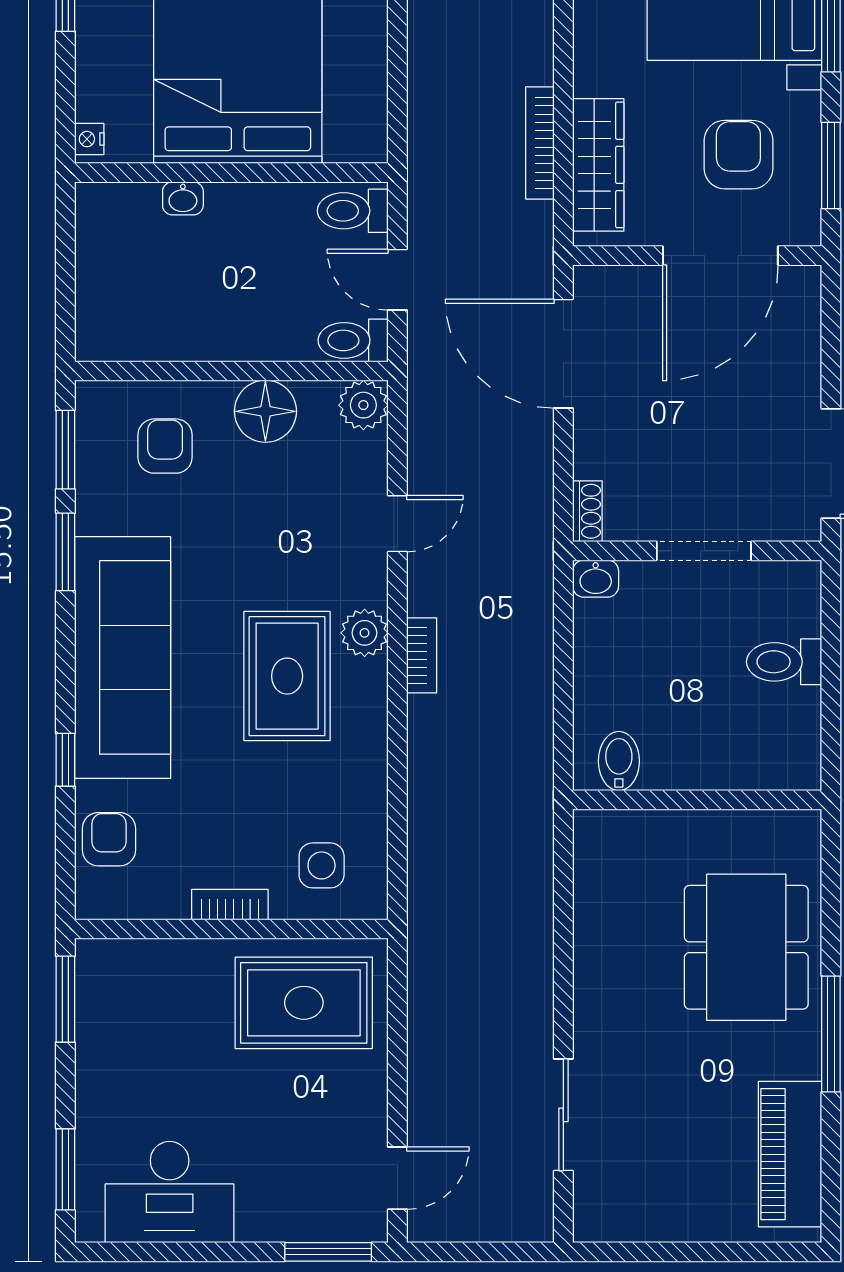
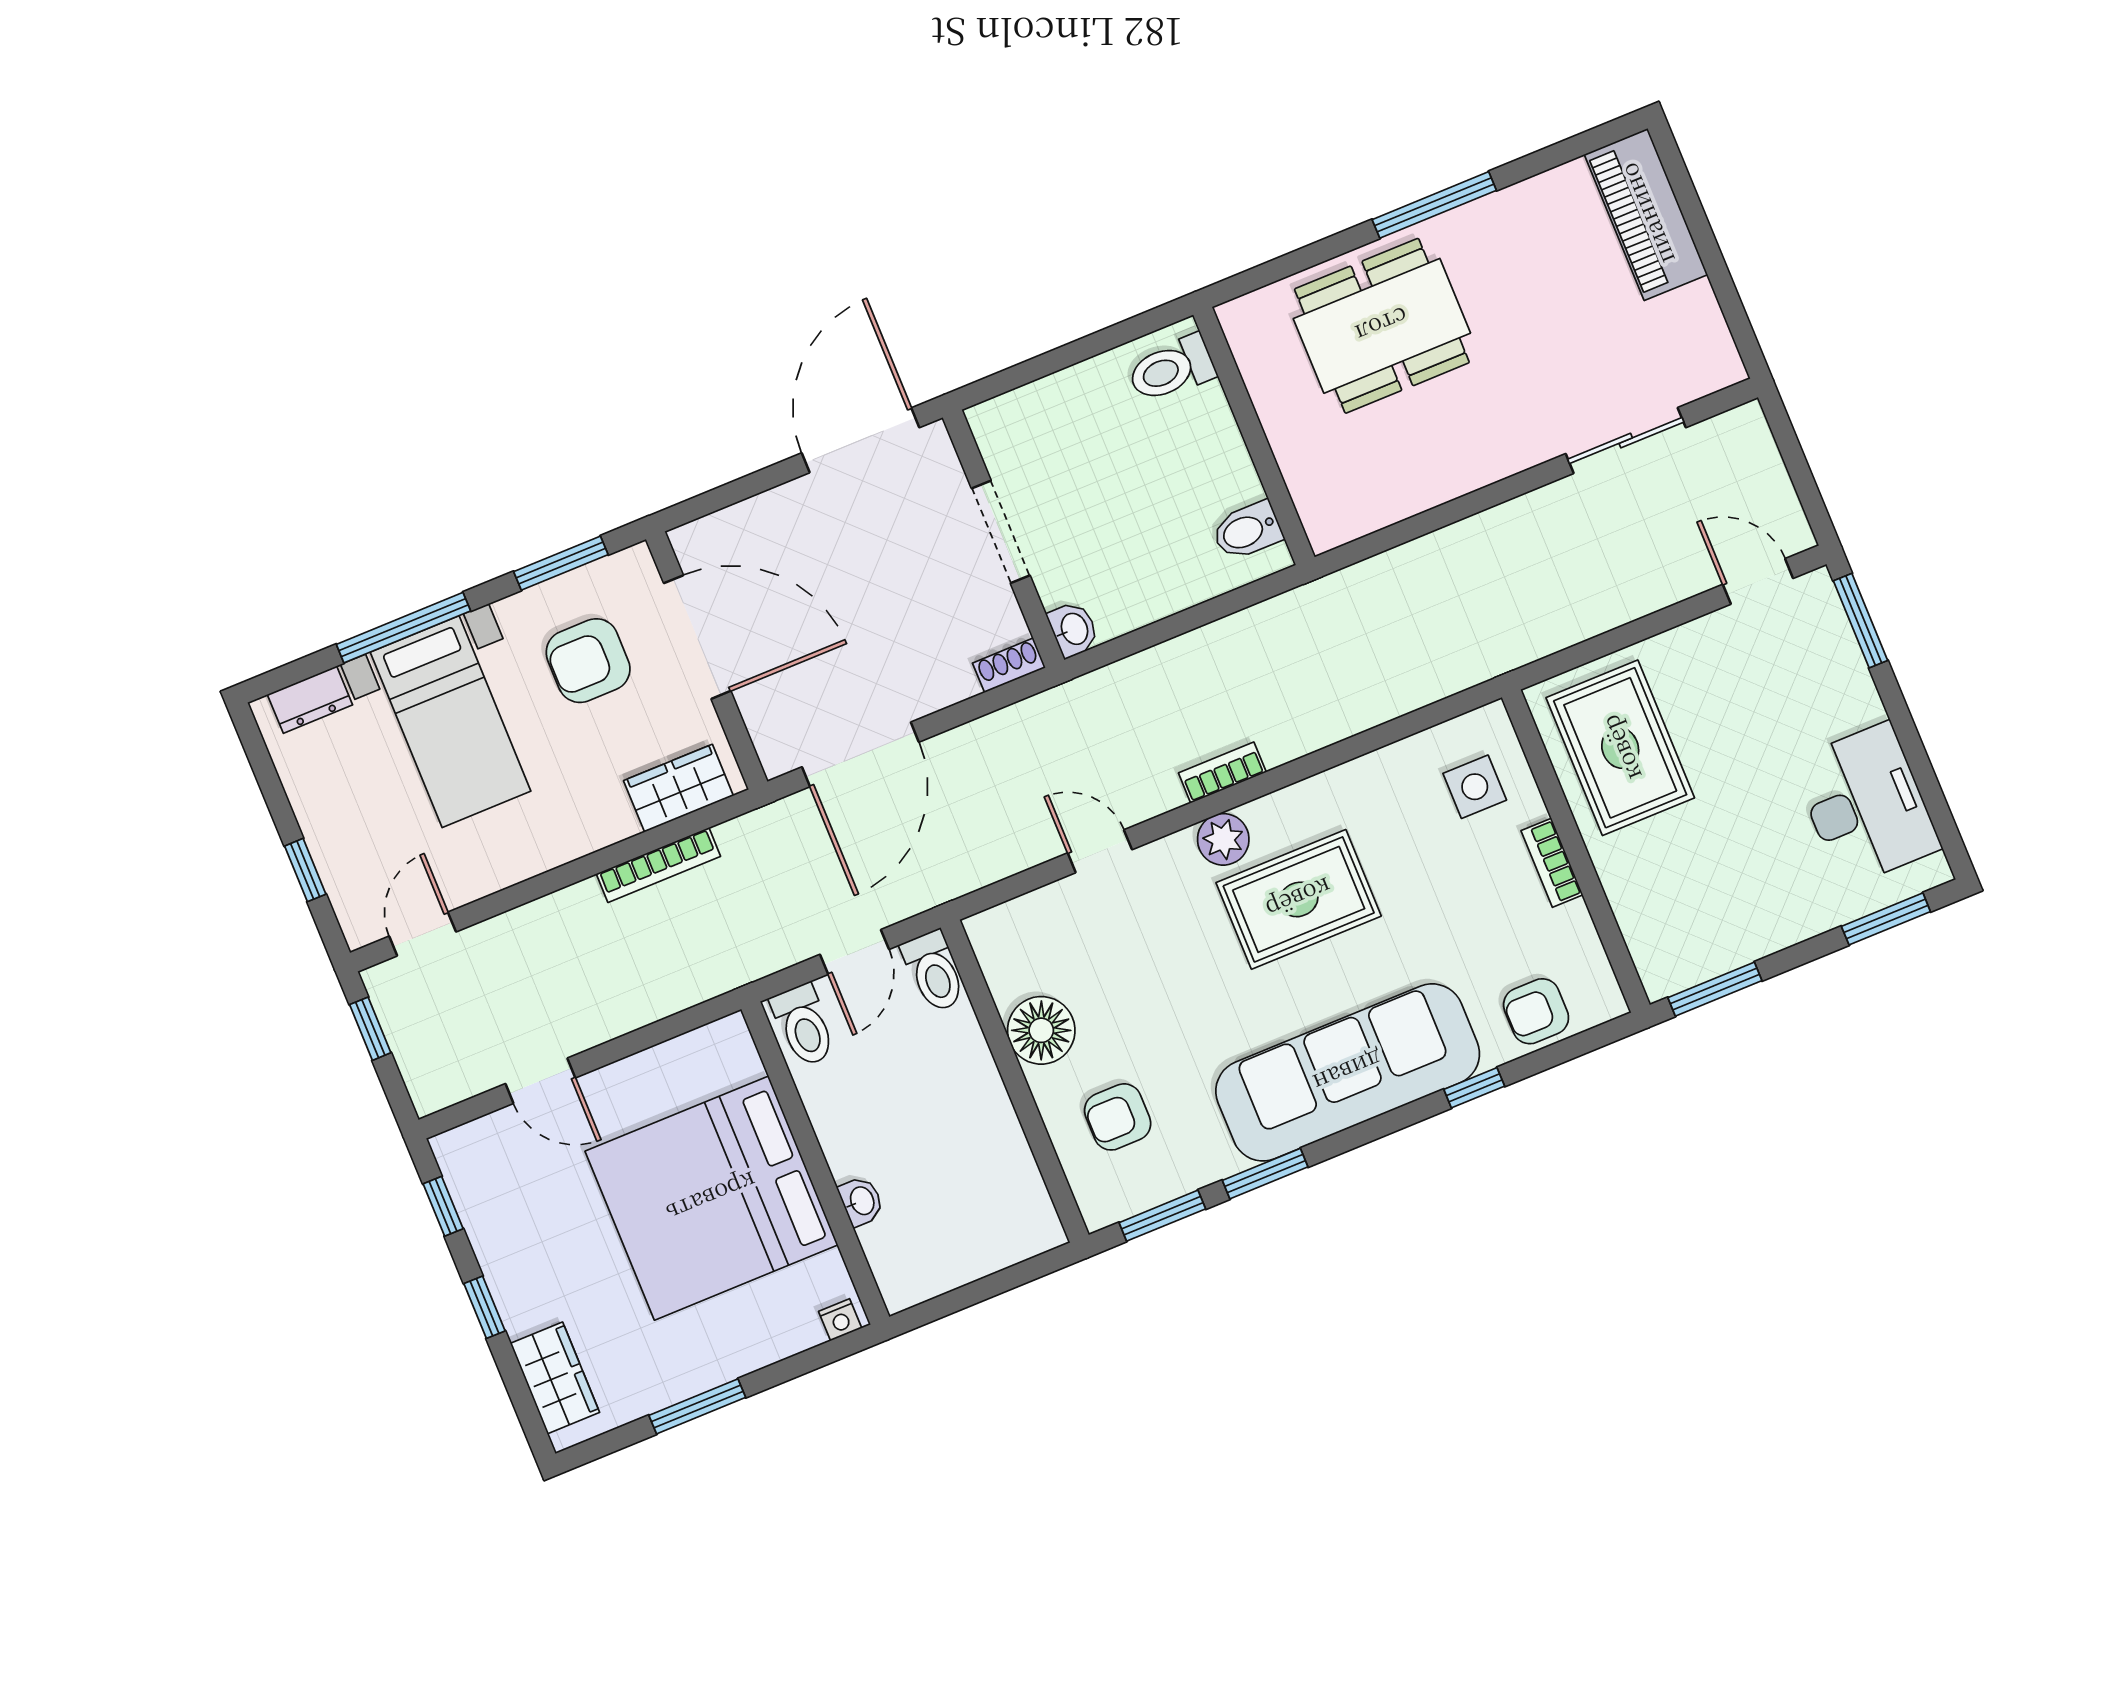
wardrobe: (598, 165) -> (678, 788), width x0.67
plant: (363, 405) -> (995, 934), removed
toilet: (784, 662) -> (1171, 369), moved, turned 90
piano: (790, 1154) -> (1646, 214), moved, turned 90

